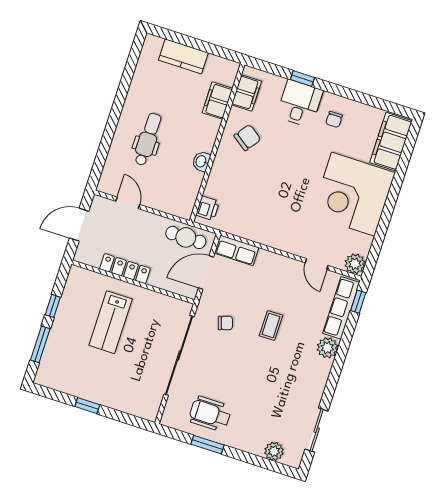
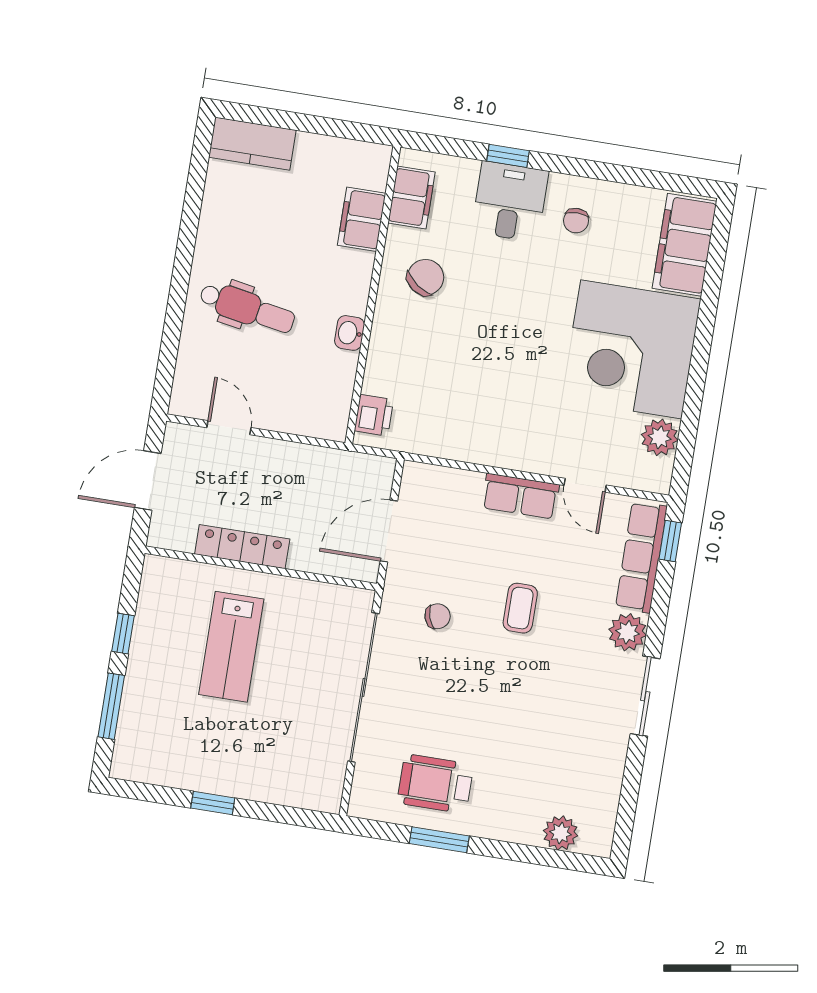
kitchen counter: (183, 56) -> (252, 144), moved
dental chair: (148, 139) -> (247, 308), turned 100
cafe table: (186, 237) -> (343, 474), removed
row of seats: (237, 250) -> (520, 496), moved
plant: (355, 264) -> (660, 437), moved
sliding door: (317, 430) -> (645, 696), moved

